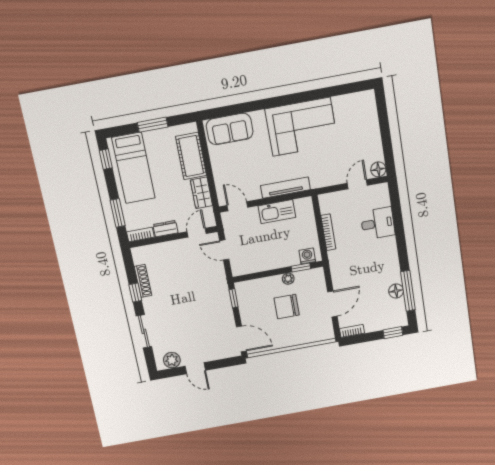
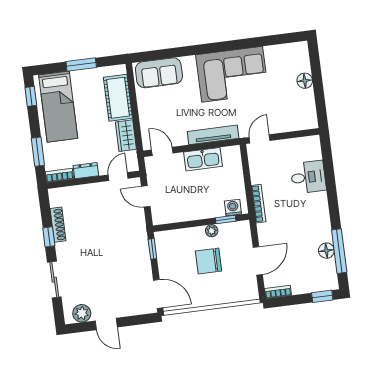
floor lamp: (378, 169) -> (305, 81), moved
door: (357, 184) -> (260, 139), moved
bookcase: (328, 232) -> (259, 204), moved

